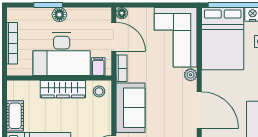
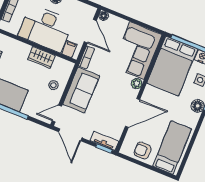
wardrobe: (63, 89) -> (41, 57), width x0.67
stool: (99, 91) -> (53, 85), moved
door: (199, 110) -> (132, 113), hinge flipped

